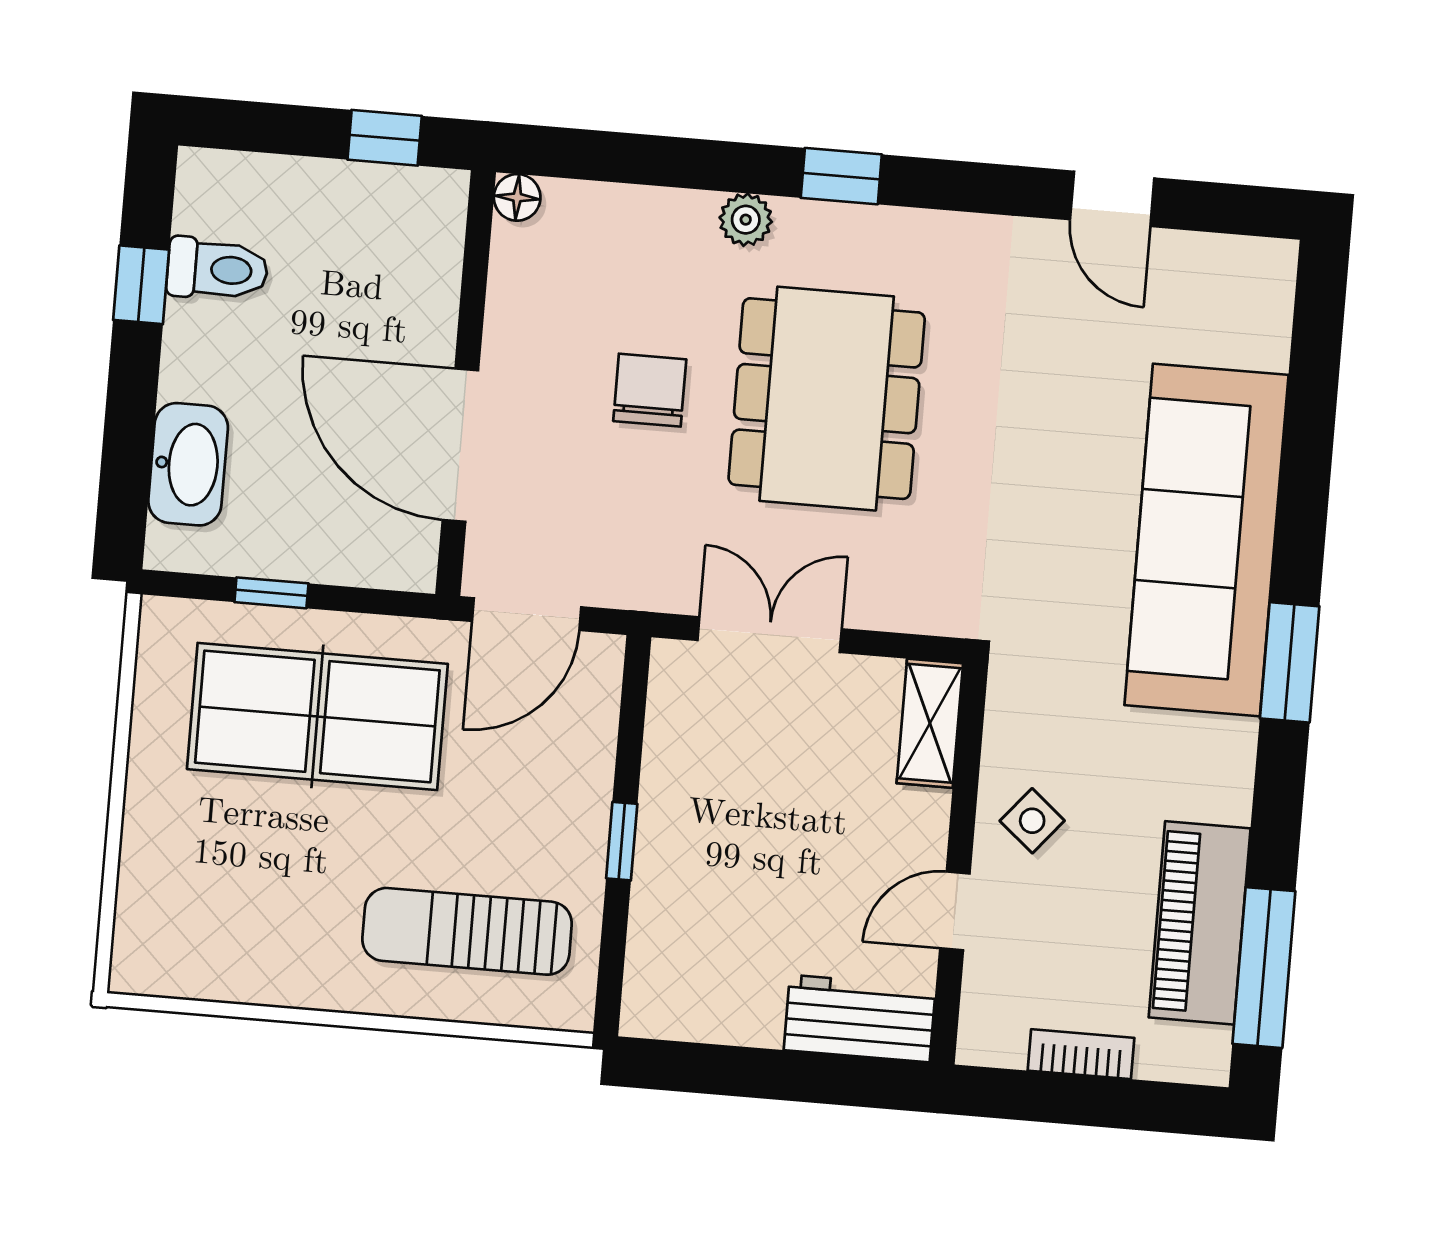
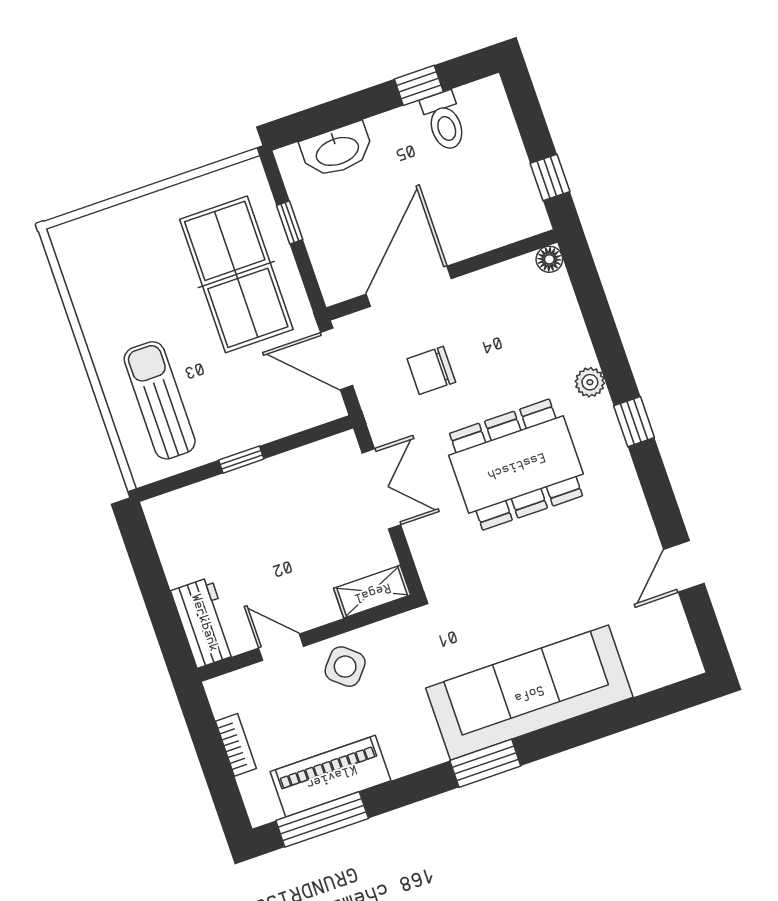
chair: (650, 390) -> (431, 370), moved, turned 180
side table: (1032, 821) -> (345, 667), width x1.37, depth x1.37

